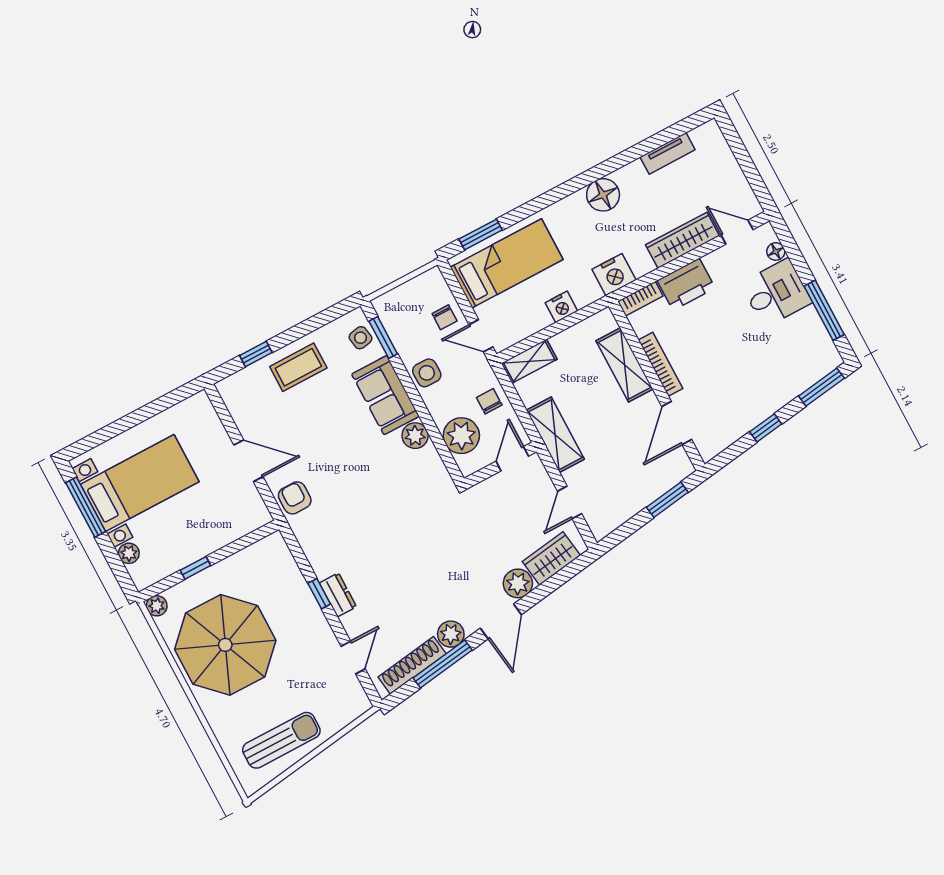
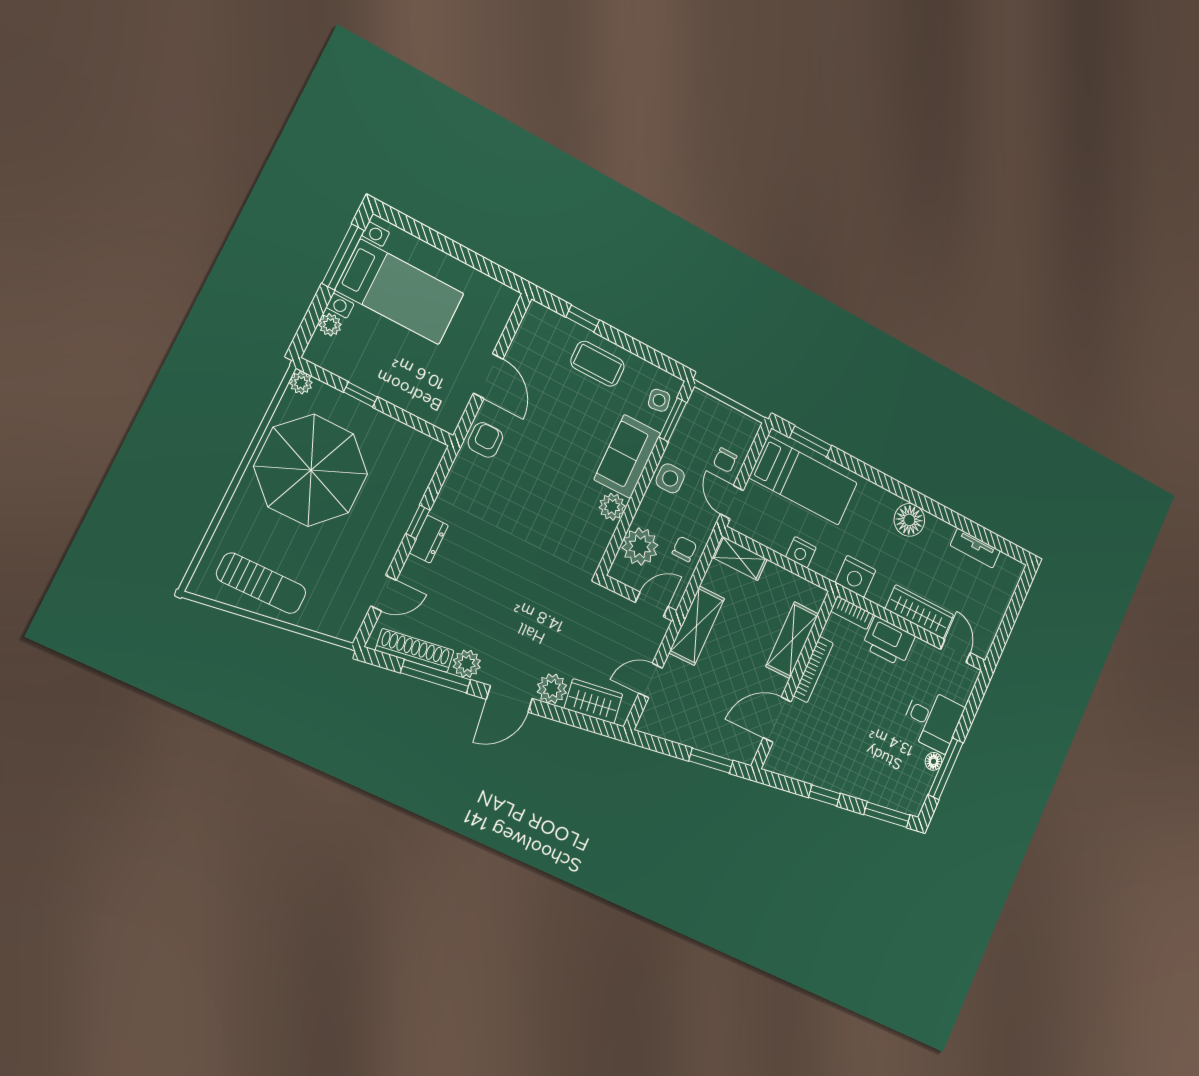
floor lamp: (776, 251) -> (933, 761), moved

